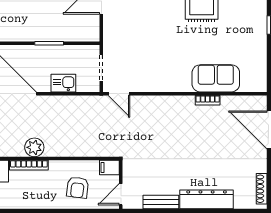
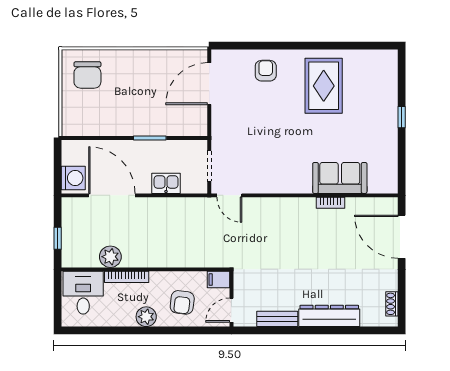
plant: (34, 147) -> (110, 257), moved
shoe rack: (262, 189) -> (392, 304), width x0.70
plant: (46, 200) -> (146, 317), added

